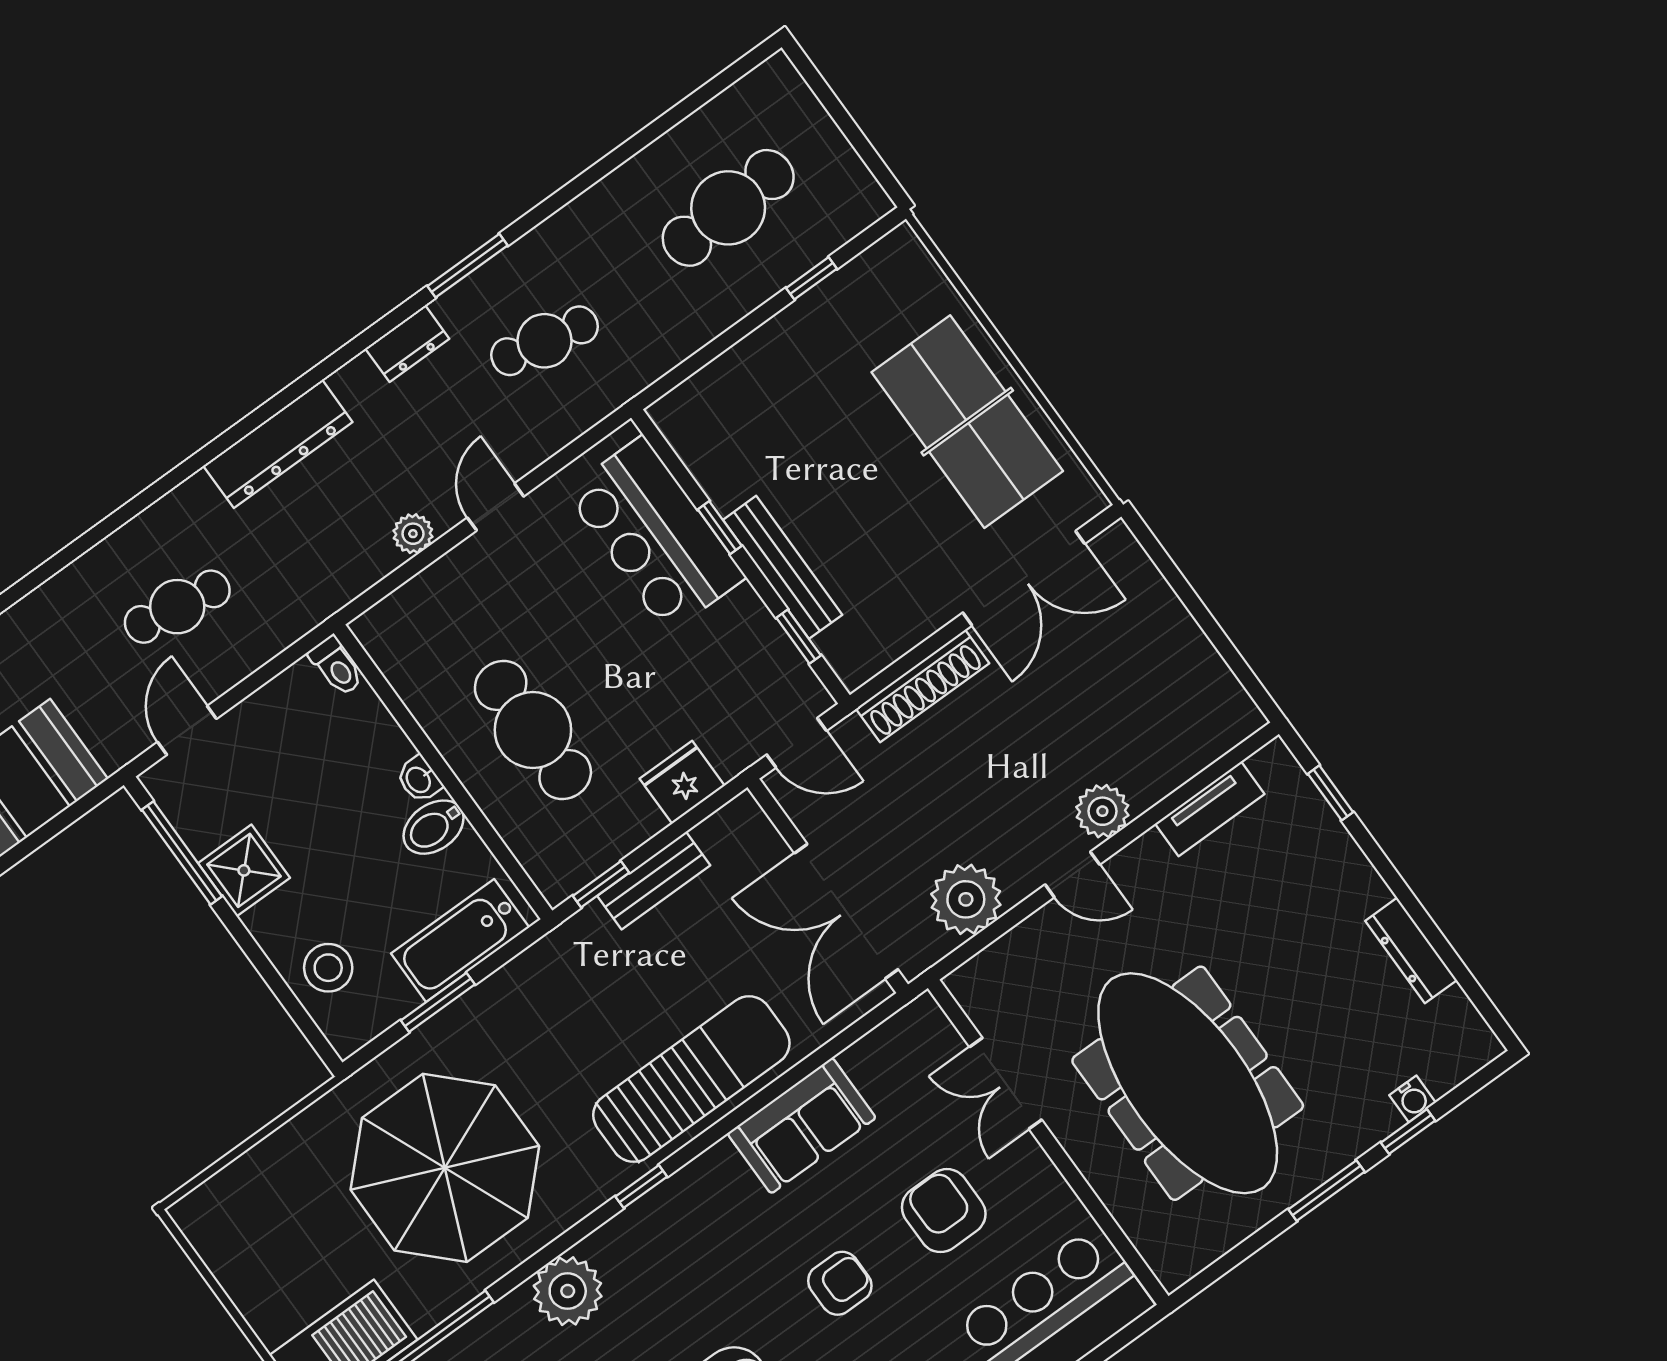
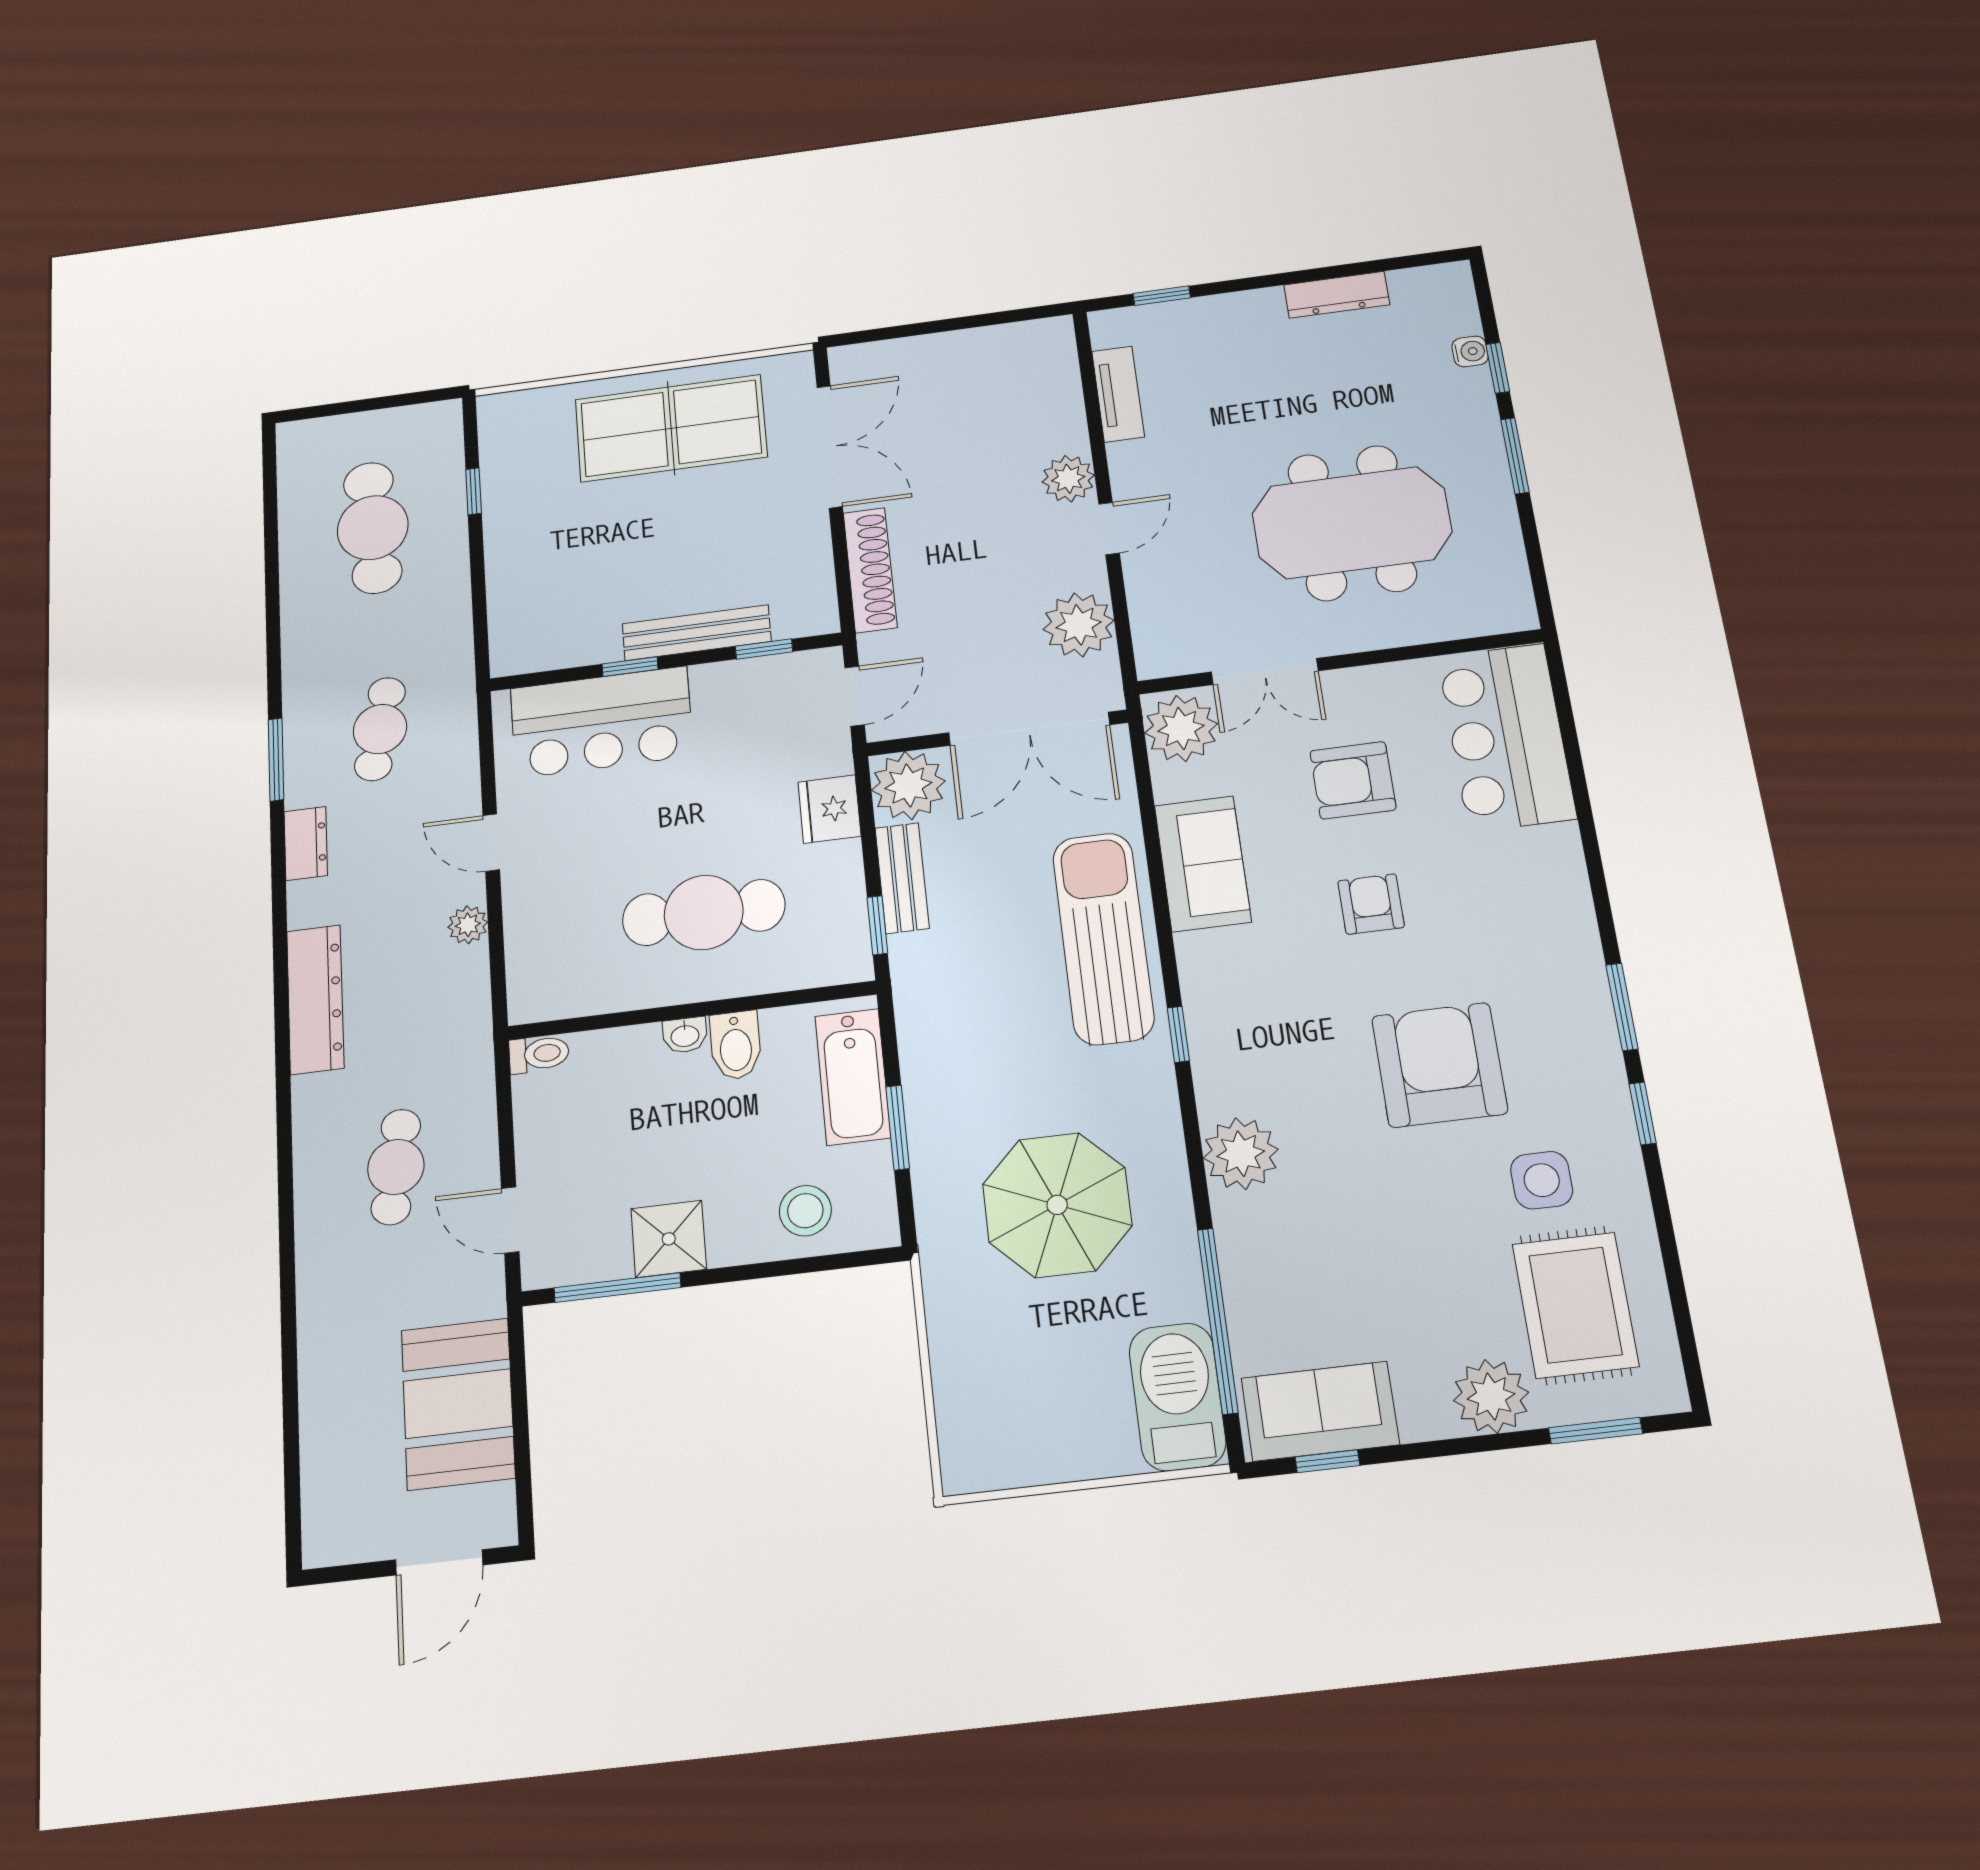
plant: (739, 837) -> (908, 786), added
plant: (915, 1041) -> (1181, 728), added
meeting table: (1188, 1083) -> (1352, 523), width x0.73
parasol: (445, 1168) -> (1057, 1205), width x0.73, depth x0.73

